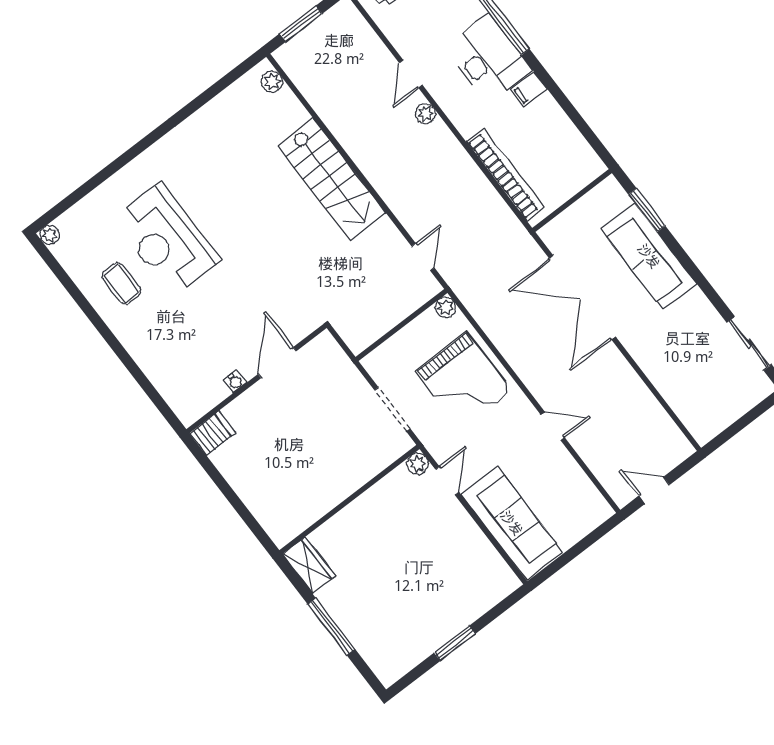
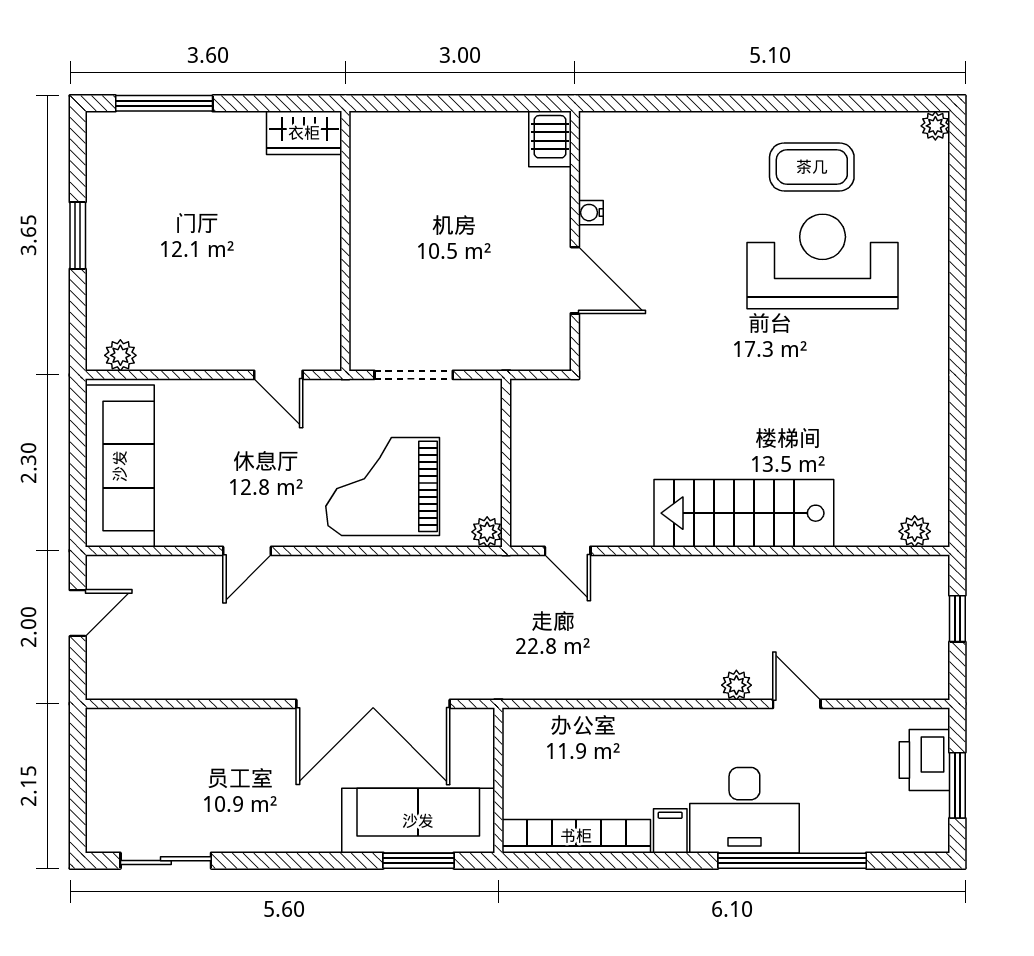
window: (301, 24) -> (957, 619), width x0.67
bookcase: (505, 174) -> (576, 836), moved, turned 180
sofa: (649, 256) -> (418, 821), moved
coffee table: (121, 283) -> (812, 167), width x1.36, depth x1.30
double door: (582, 298) -> (373, 704), swing flipped
plant: (418, 464) -> (120, 355), moved
sofa: (512, 523) -> (120, 466), moved, turned -90
window: (331, 627) -> (164, 103), moved

